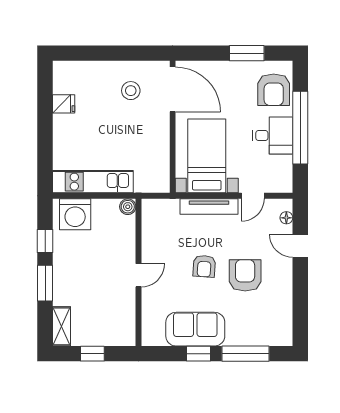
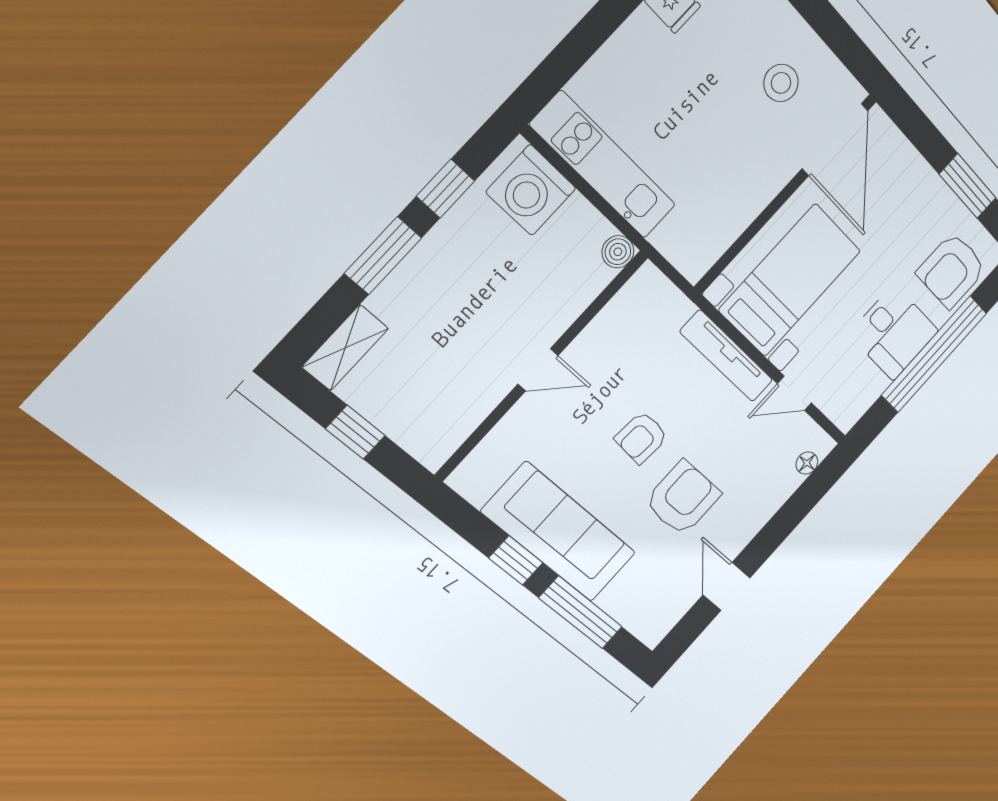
door: (300, 246) -> (726, 586), moved
sofa: (195, 329) -> (559, 532), width x1.36

